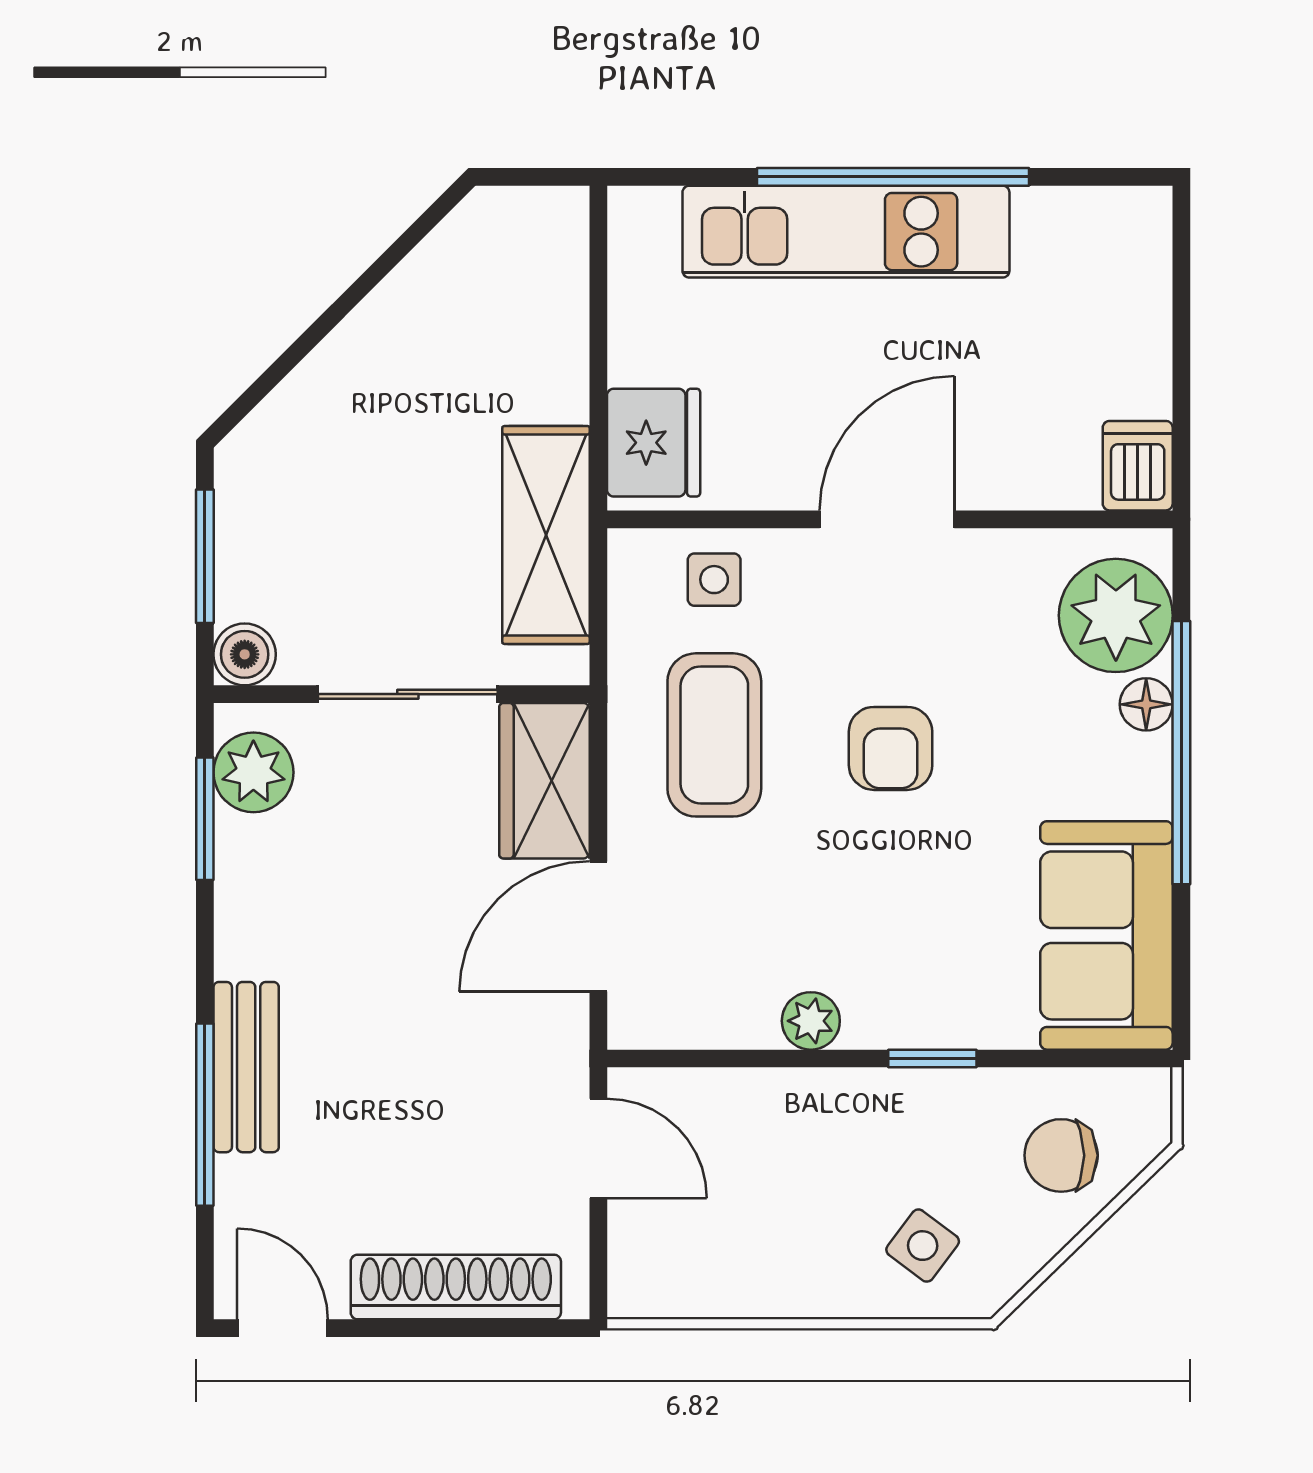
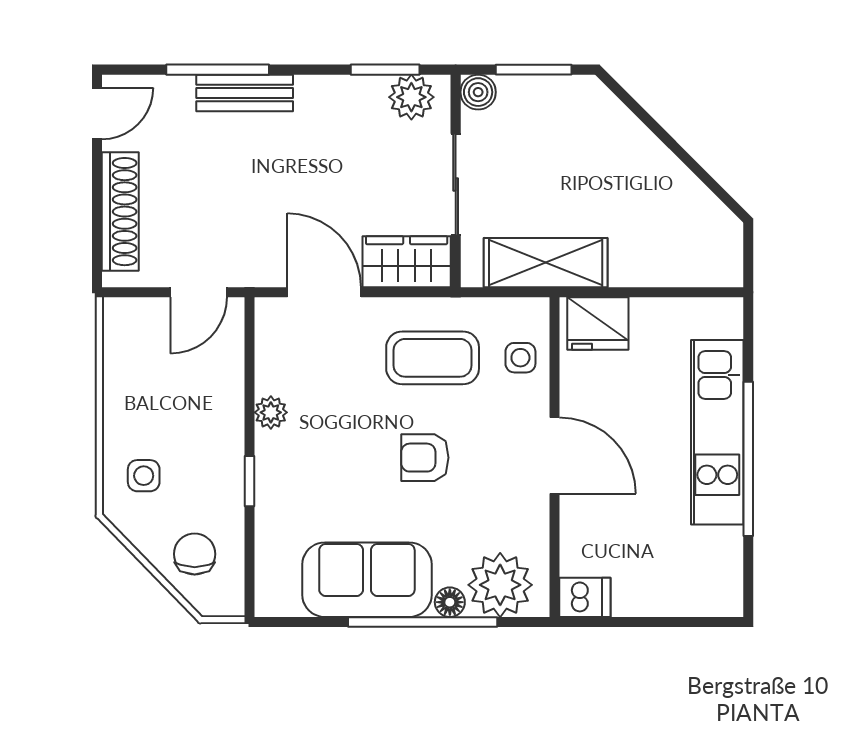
sofa: (1106, 935) -> (367, 580), moved
side table: (923, 1246) -> (144, 476), turned -37

